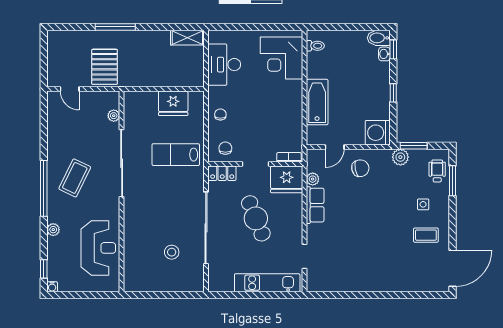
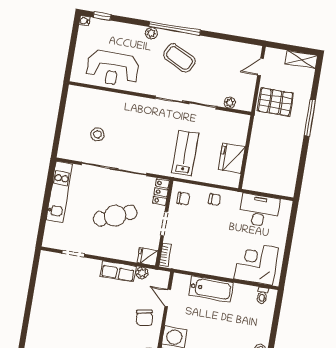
shelving: (187, 38) -> (301, 60), moved, turned 90
fridge: (287, 179) -> (148, 257), width x0.53, depth x0.75
plant: (53, 230) -> (151, 33), moved
kitchen unit: (267, 283) -> (59, 192), moved

